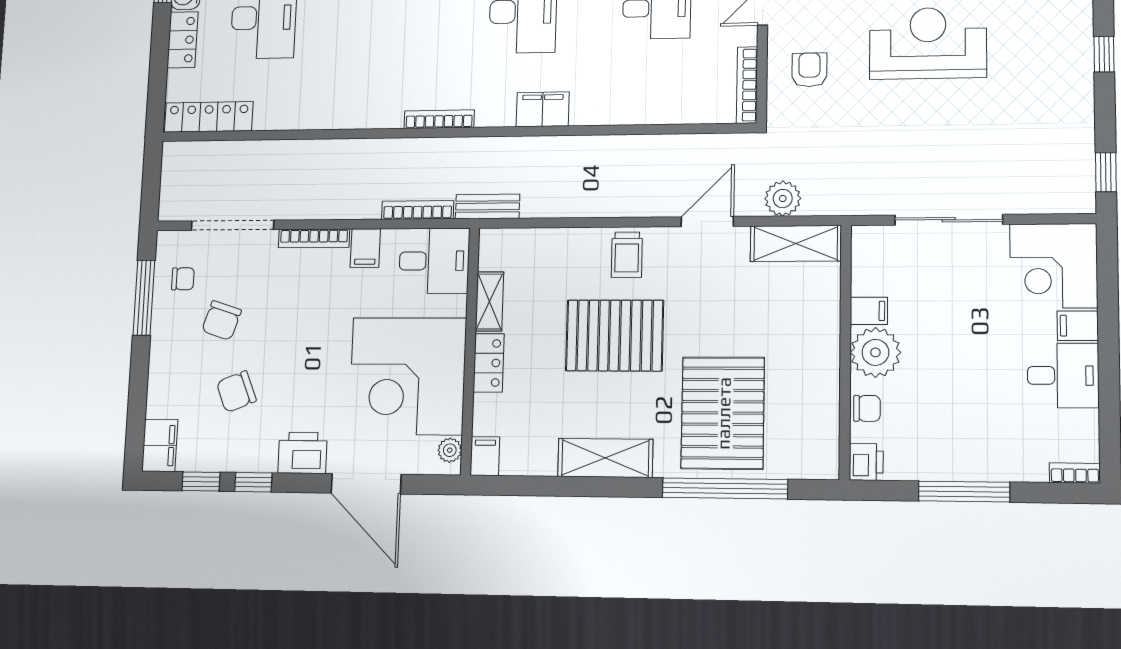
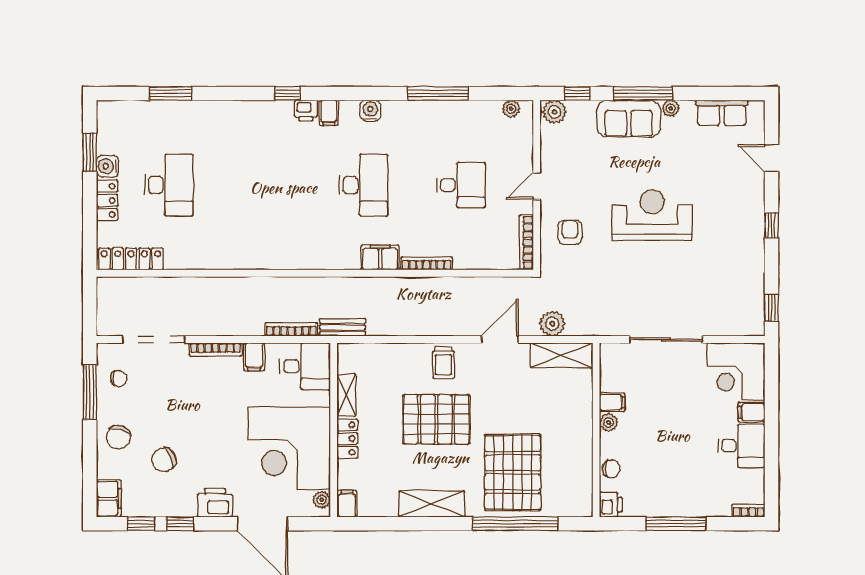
bookcase: (439, 119) -> (426, 263), moved
chair: (222, 321) -> (119, 437), moved
plant: (875, 352) -> (609, 423), width x0.53, depth x0.53

